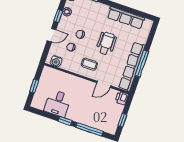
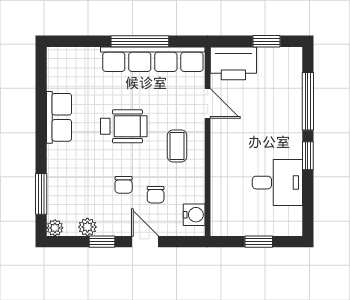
row of seats: (126, 18) -> (59, 117), width x0.68
wheelchair: (106, 43) -> (124, 126), turned 180
printer: (122, 98) -> (233, 63), width x1.87, depth x1.48

